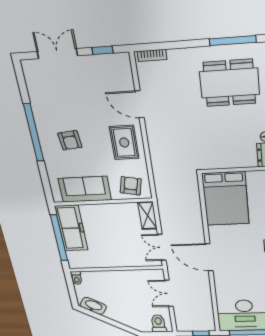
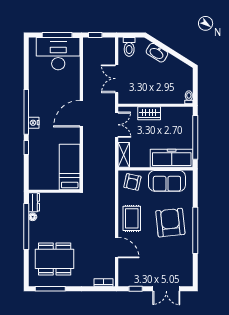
armchair: (70, 140) -> (170, 223), width x1.88, depth x1.88
bed: (226, 199) -> (70, 167), width x0.67
freezer: (71, 228) -> (172, 158), moved, turned 90
door: (209, 257) -> (81, 114), swing flipped
wardrobe: (122, 261) -> (149, 113), added
double door: (169, 293) -> (117, 79), swing flipped
washbasin: (93, 306) -> (157, 53), moved

